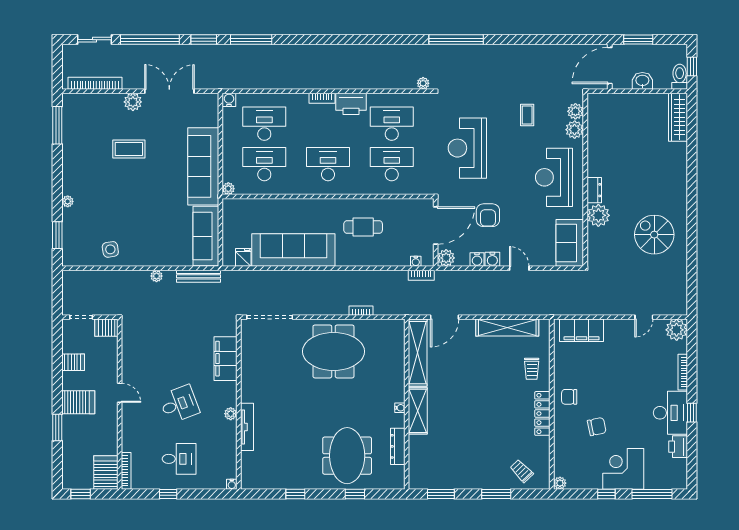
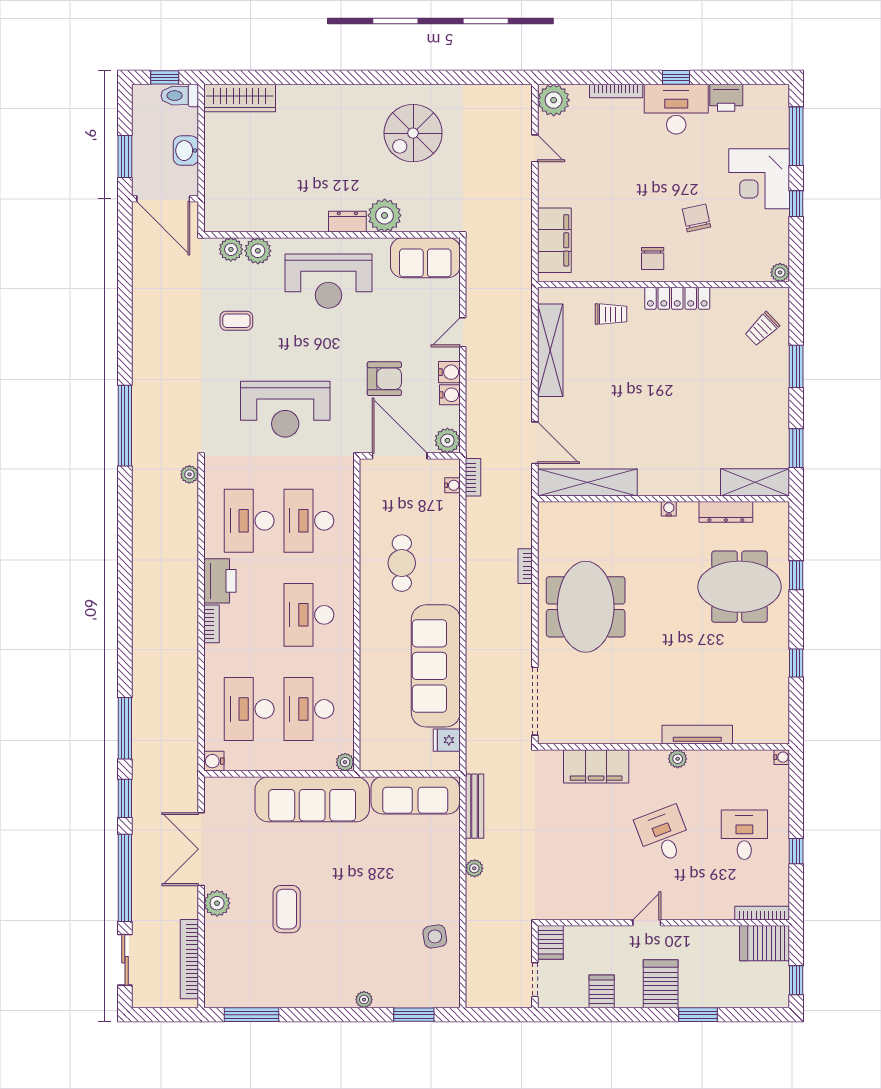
shelving: (418, 411) -> (755, 482), moved

